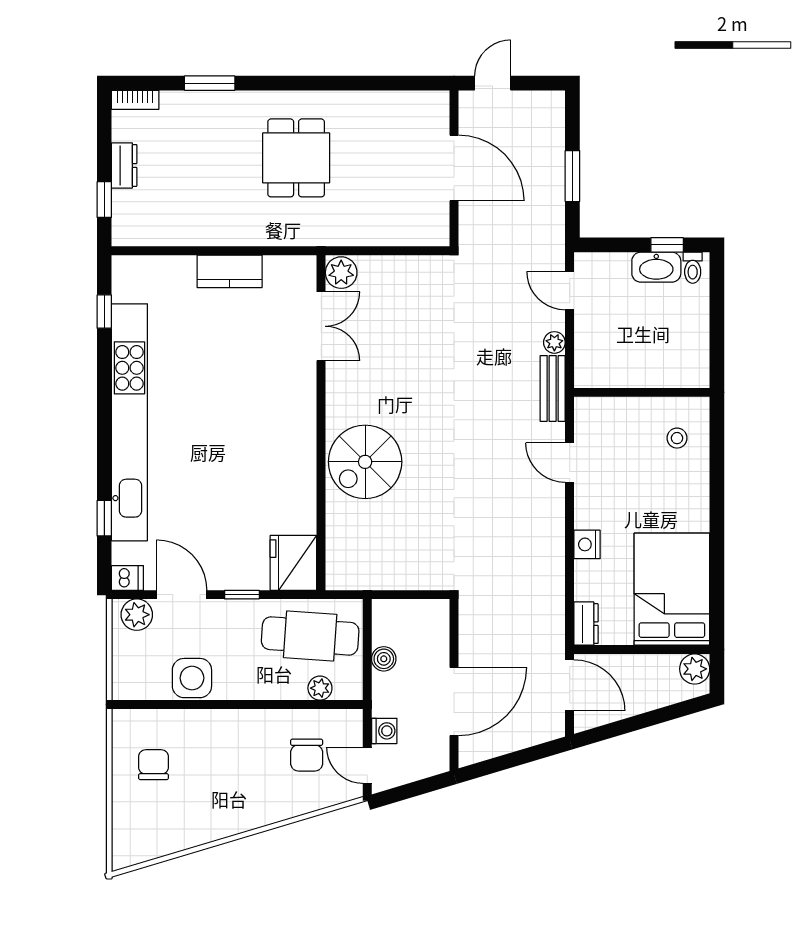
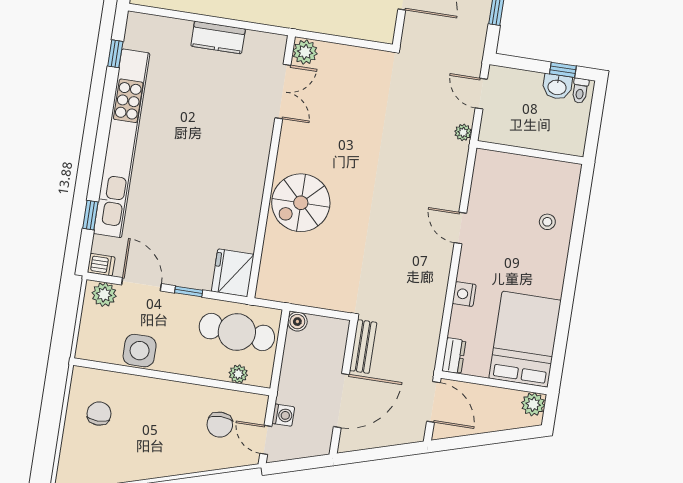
washbasin: (656, 267) -> (557, 87), width x0.72
bench: (553, 388) -> (363, 346), moved
wall: (642, 392) -> (530, 153), moved
boiler: (384, 659) -> (297, 322), moved

